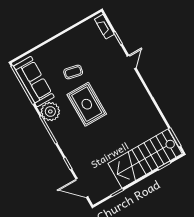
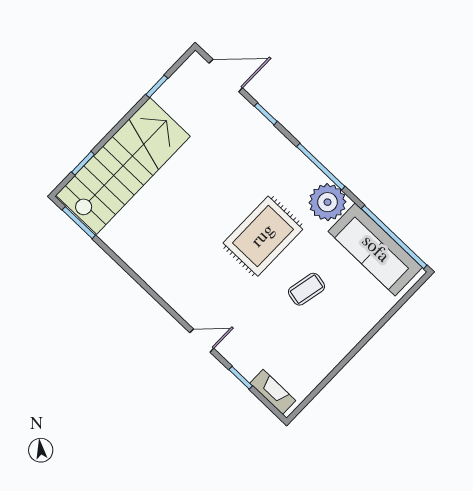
door: (132, 62) -> (202, 341), swing flipped
rug: (87, 104) -> (263, 236), turned 90

